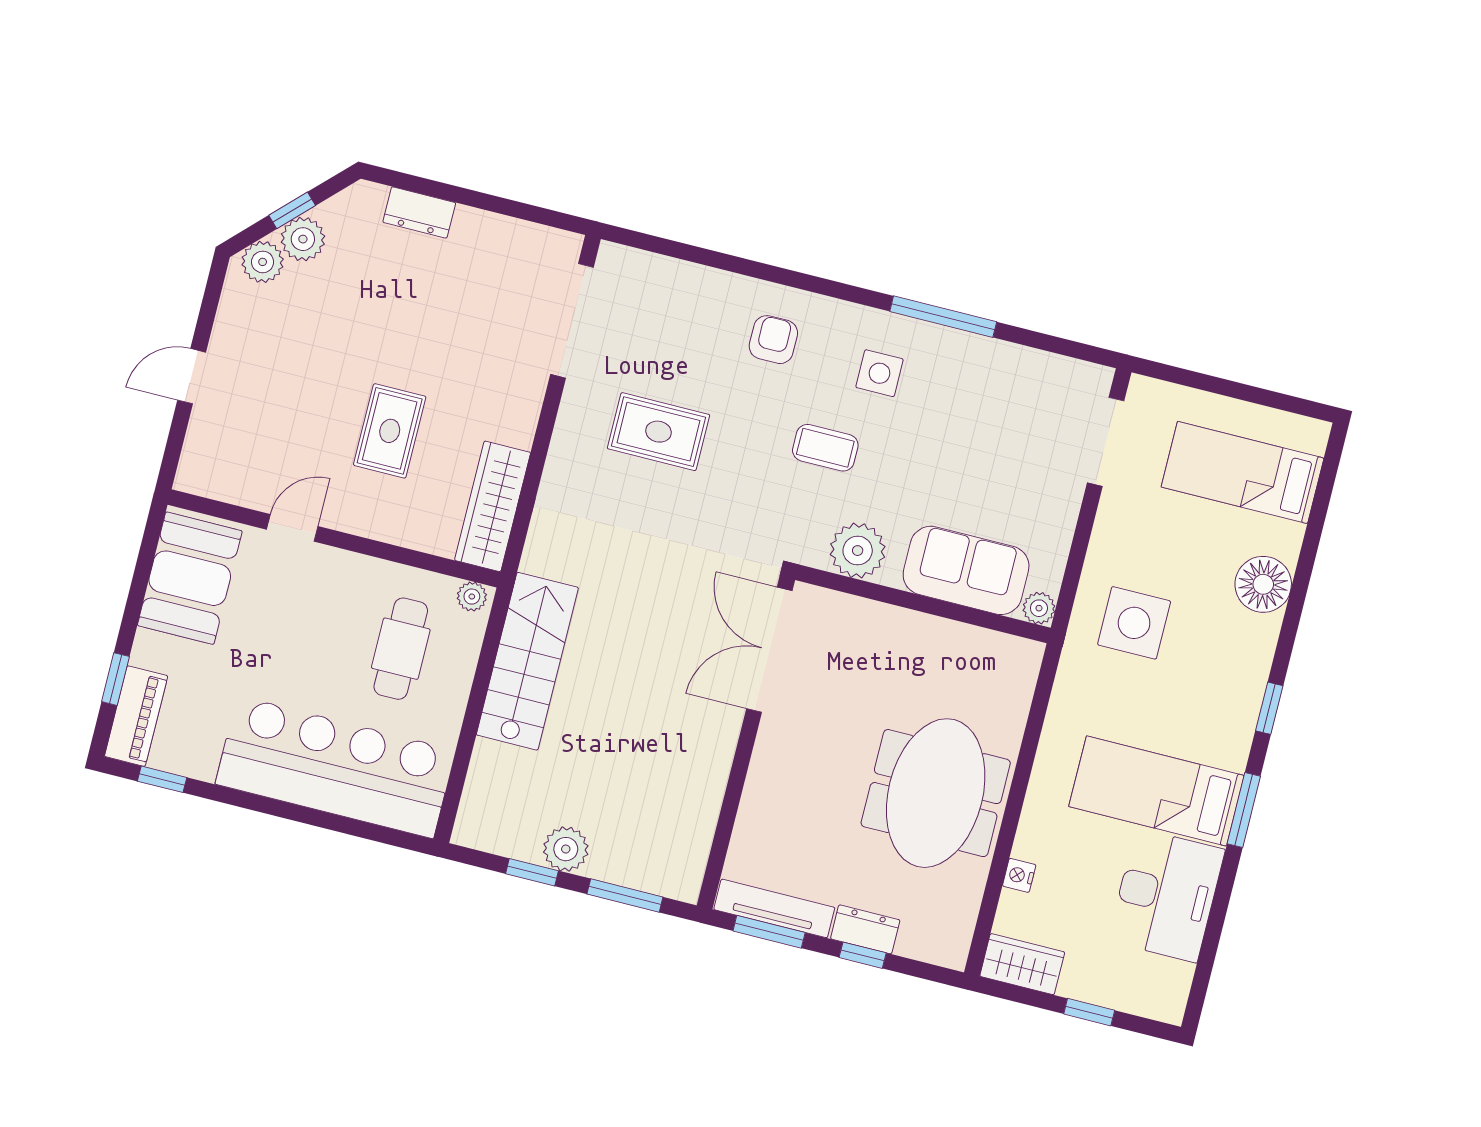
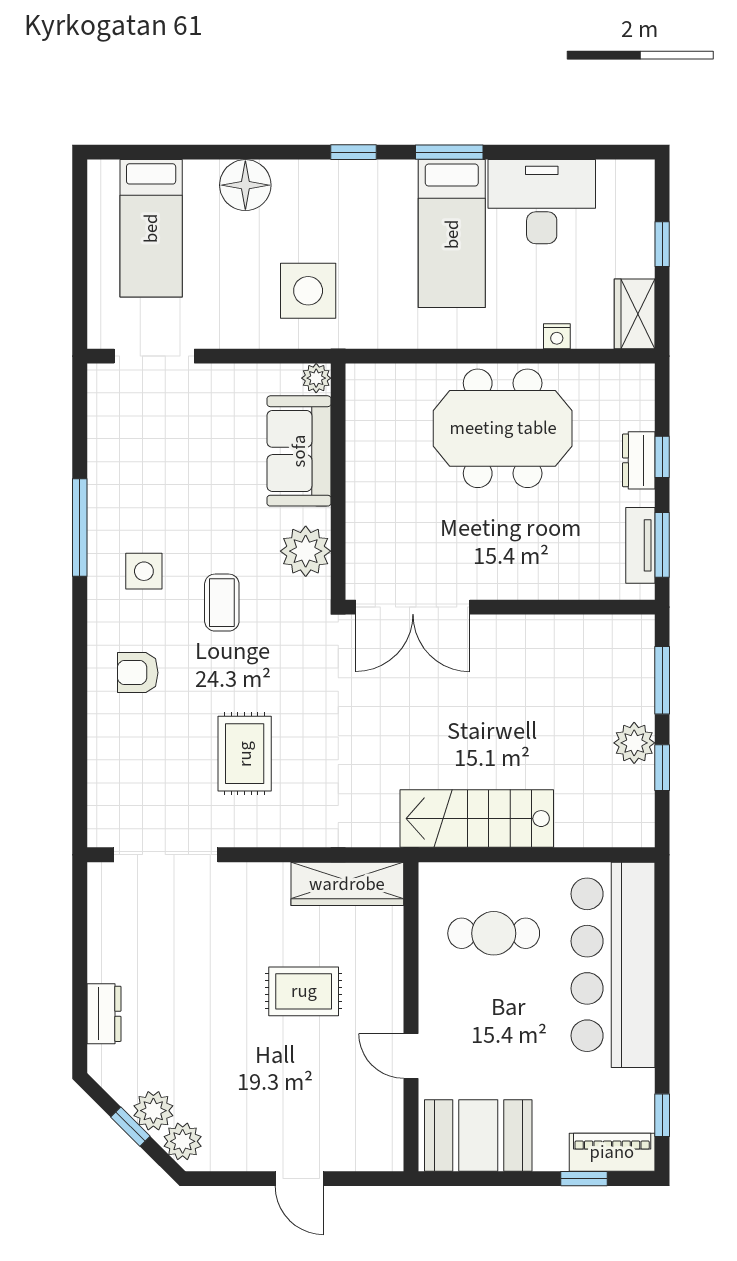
plant: (472, 597) -> (432, 882), removed
tv unit: (774, 908) -> (640, 545), width x0.71

